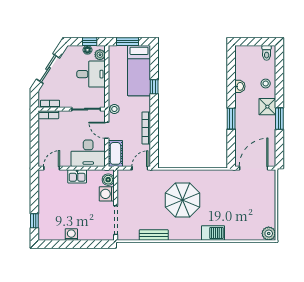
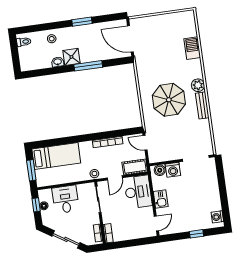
plant: (100, 55) -> (47, 194), removed
window: (154, 87) -> (69, 140), removed
shower: (267, 107) -> (71, 57), moved
window: (231, 119) -> (88, 66), width x1.44
door: (52, 168) -> (156, 223), swing flipped
window: (34, 221) -> (196, 234), moved
barbecue: (213, 233) -> (192, 48), moved
plant: (269, 233) -> (198, 85), moved
washing machine: (71, 234) -> (217, 217), moved
bench: (154, 235) -> (202, 105), moved

